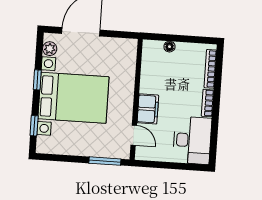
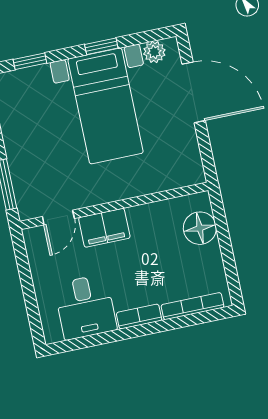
floor lamp: (170, 47) -> (200, 228), width x1.89, depth x1.89
bed with nightstands: (73, 98) -> (106, 106), width x0.73
desk: (192, 140) -> (85, 307), width x0.73

